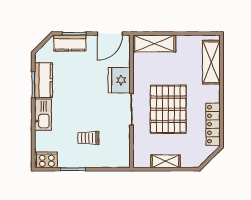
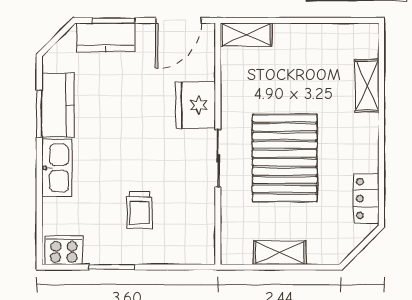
shelving: (154, 44) -> (246, 35), width x0.67, depth x0.75
shelving: (211, 62) -> (367, 86), width x0.67, depth x0.75
locker: (213, 124) -> (366, 199), width x0.66
trolley: (88, 138) -> (139, 210), turned -90

